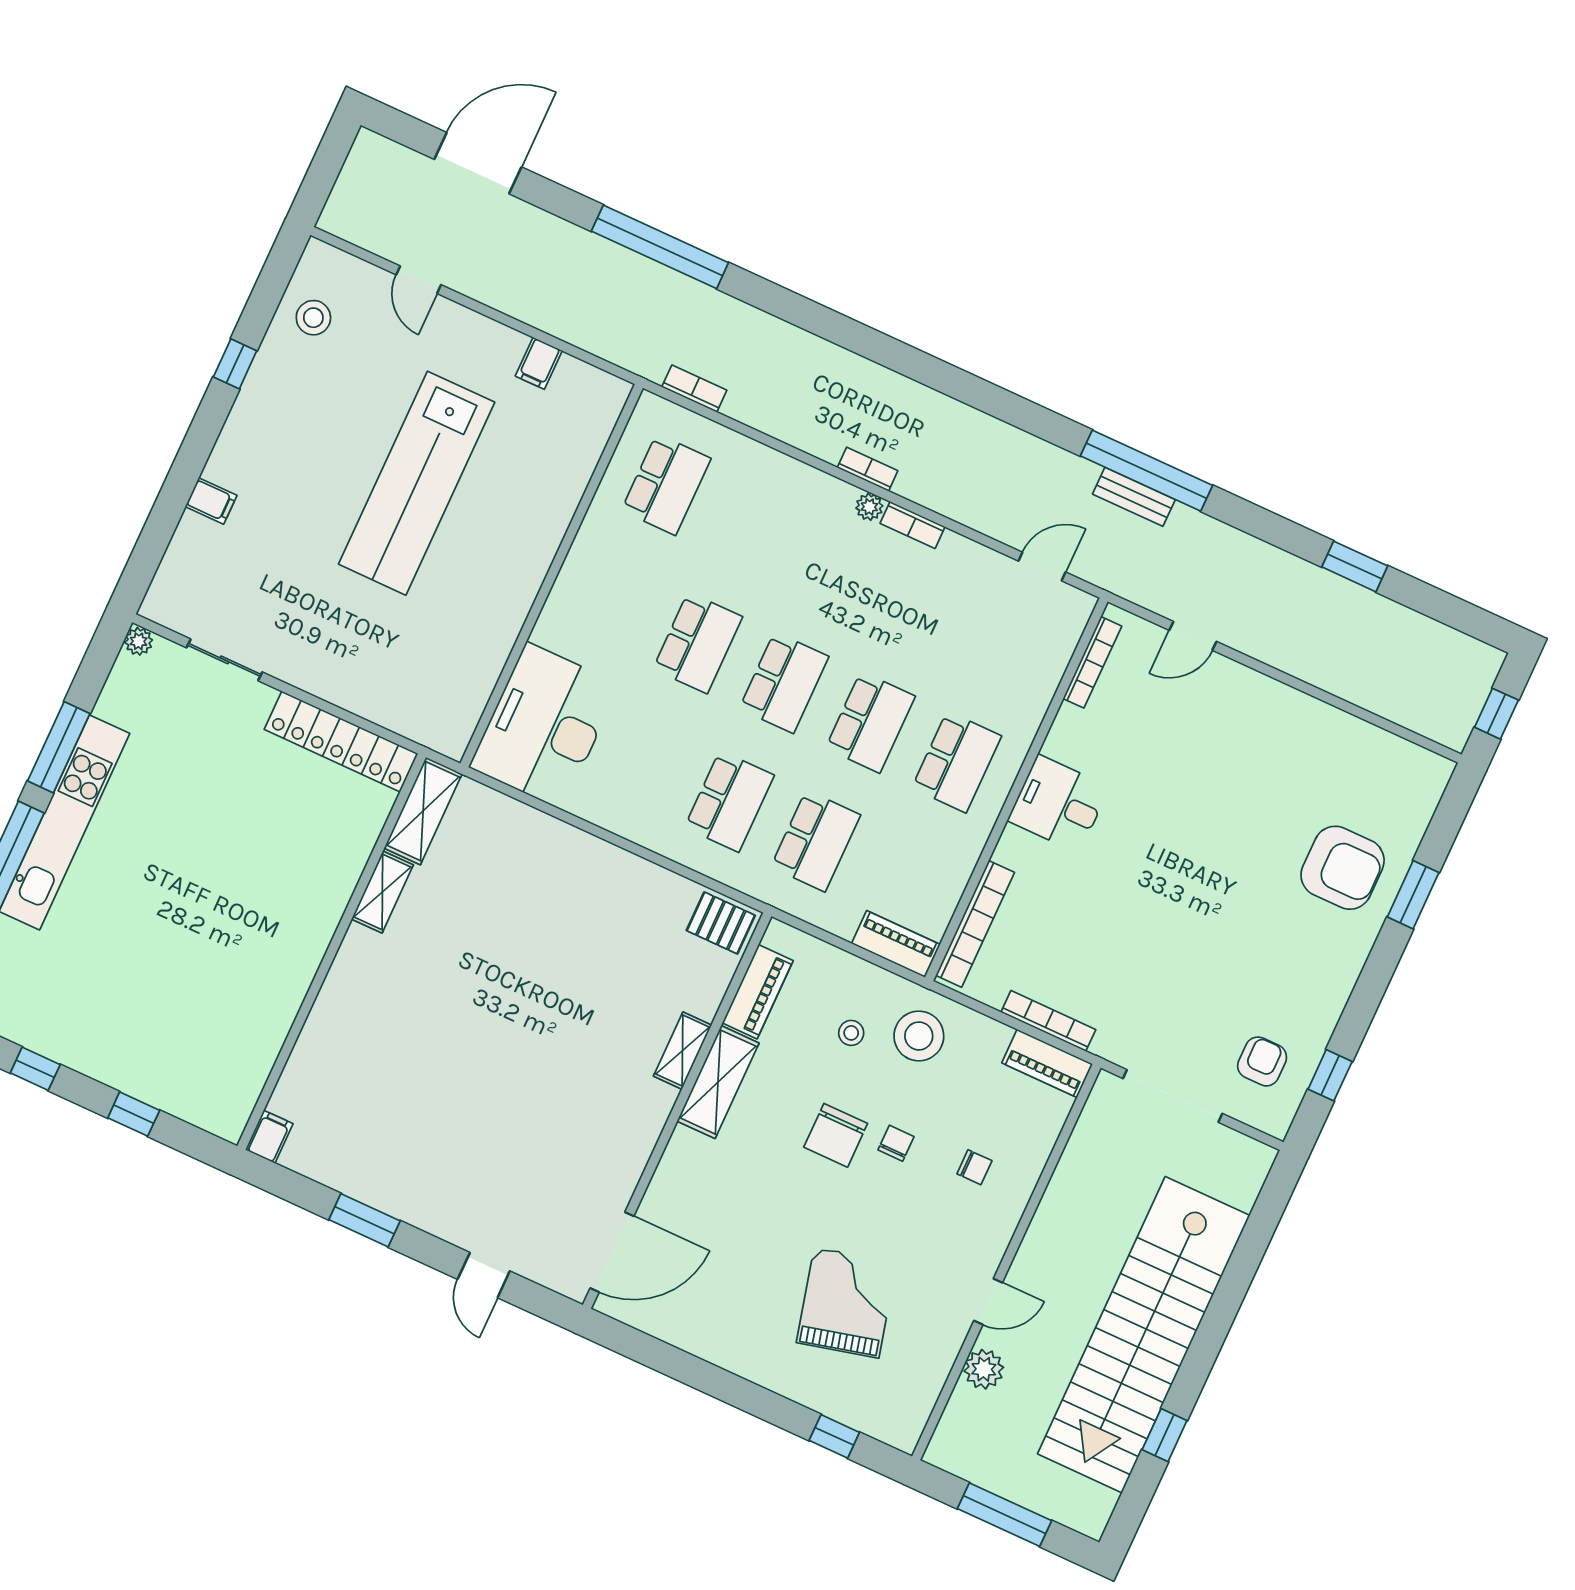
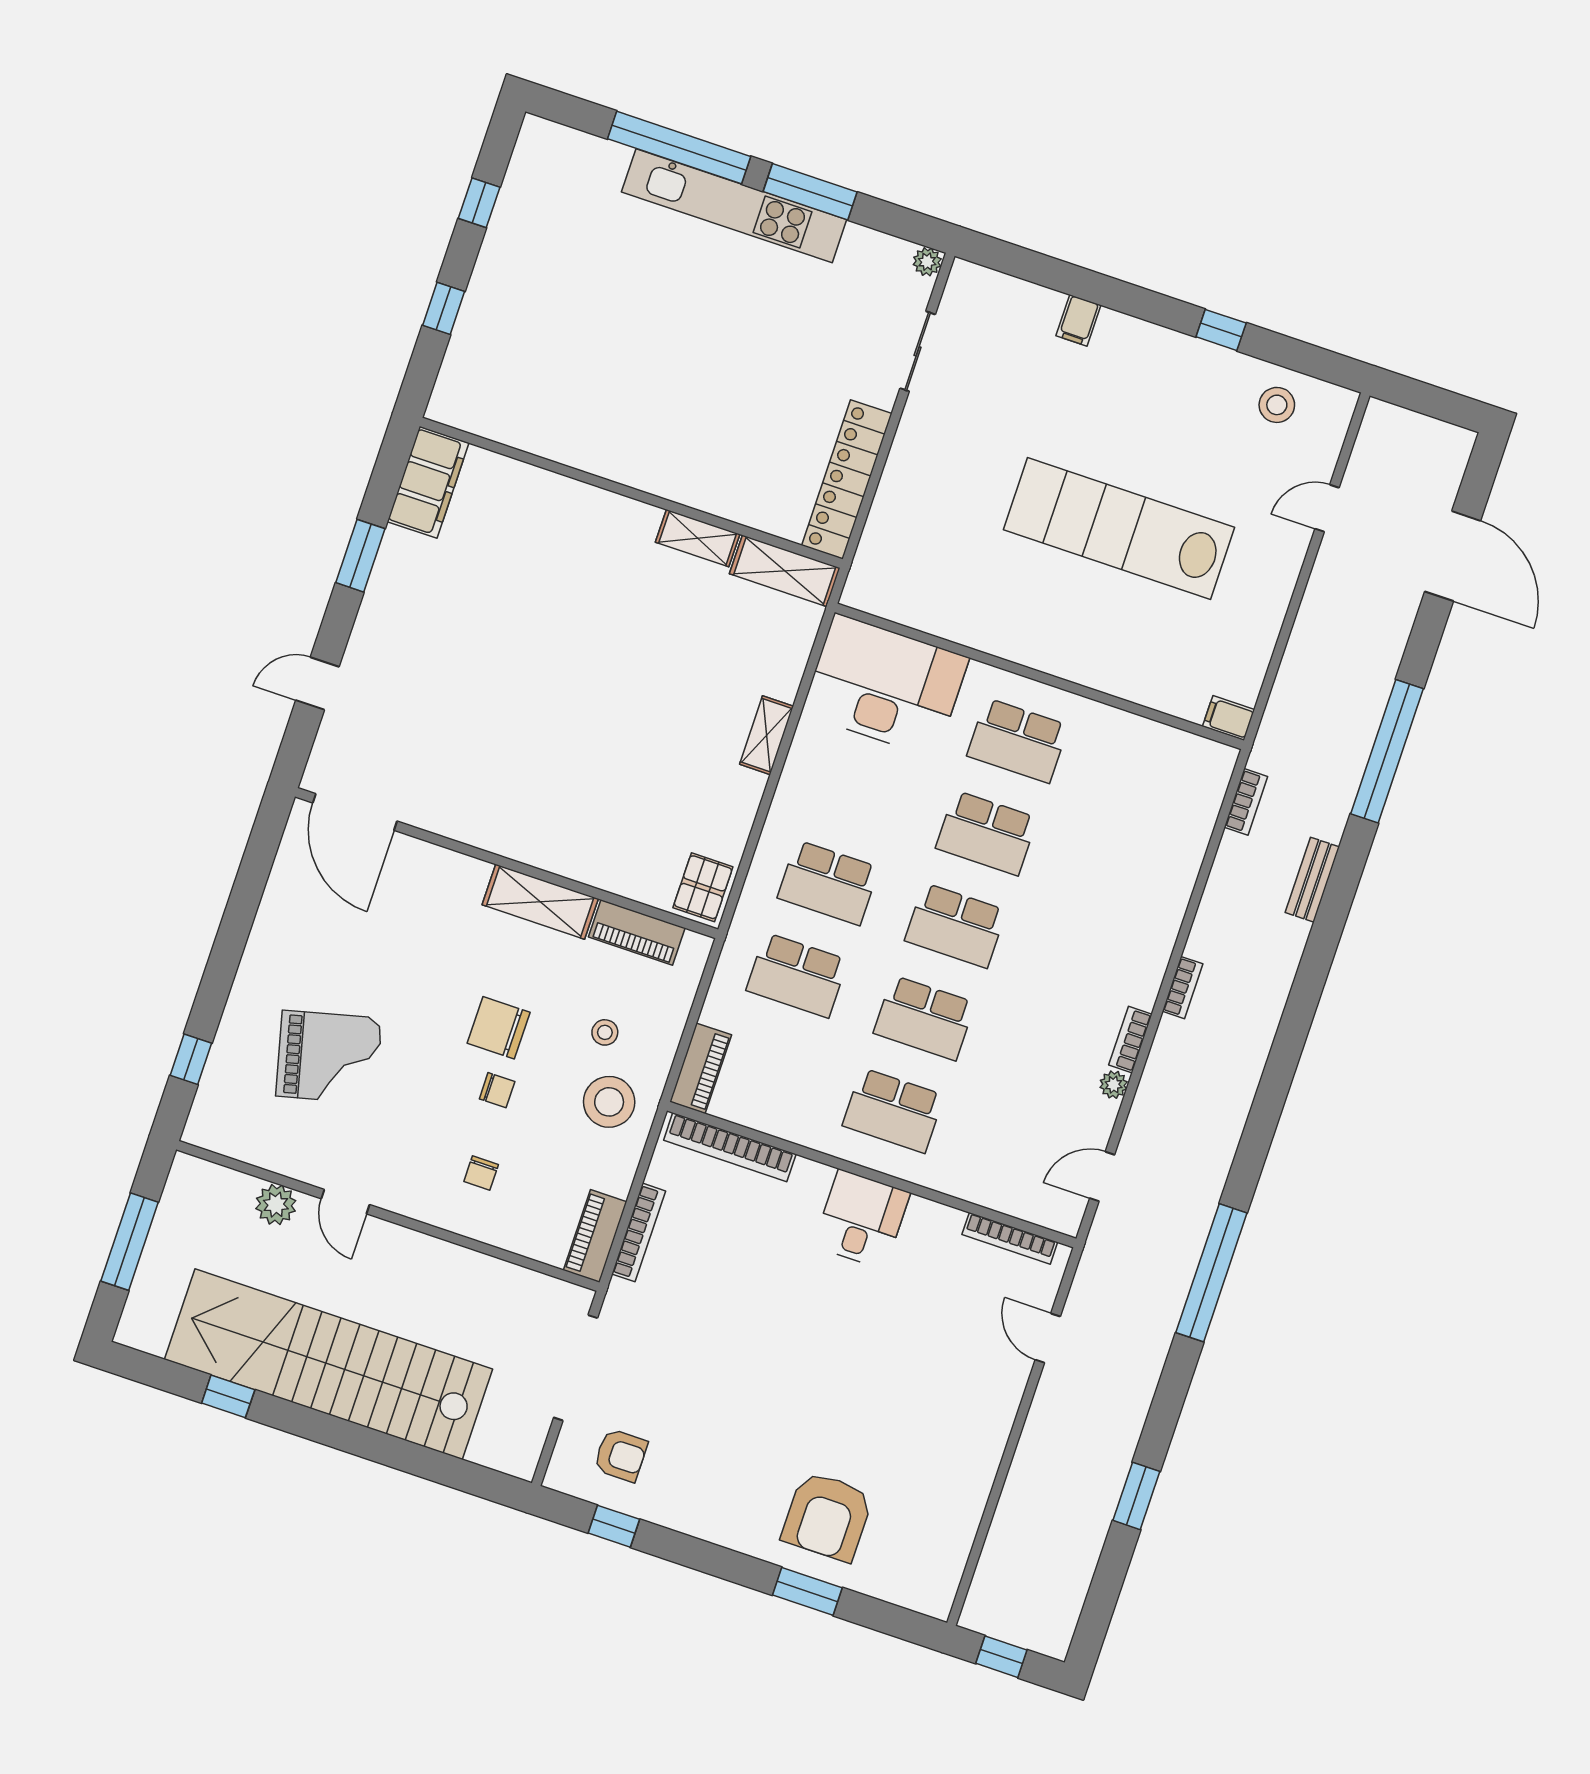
filing cabinet: (539, 363) -> (1229, 718), moved
school desk: (666, 484) -> (1018, 741), moved
bench: (1134, 497) -> (1312, 880), moved
plant: (869, 507) -> (1114, 1085), moved
door: (1042, 567) -> (1102, 1176), swing flipped
shelving: (682, 1051) -> (767, 735), moved, turned 90
filing cabinet: (269, 1137) -> (428, 482), width x3.00, depth x1.17

